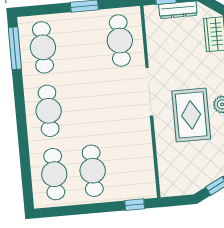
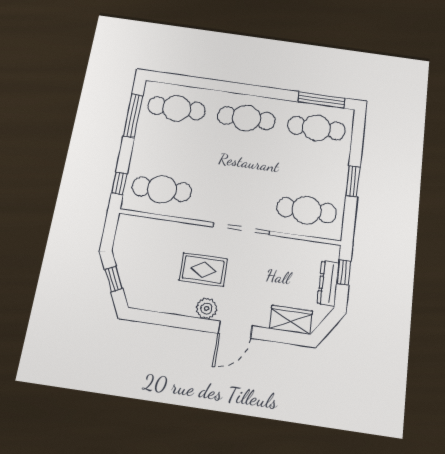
rug: (191, 115) -> (203, 269), width x0.73, depth x0.70
cafe table: (93, 171) -> (162, 189), moved
window: (71, 210) -> (133, 116), added

